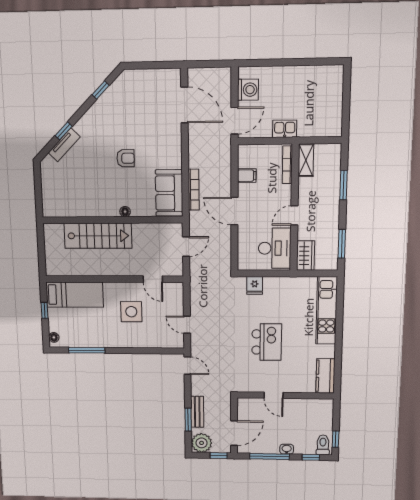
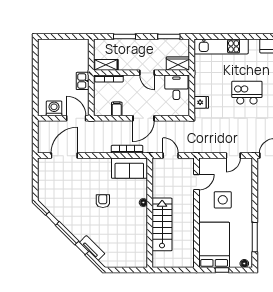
desk: (275, 248) -> (176, 87), width x0.73
bed: (75, 295) -> (214, 245), width x1.50

